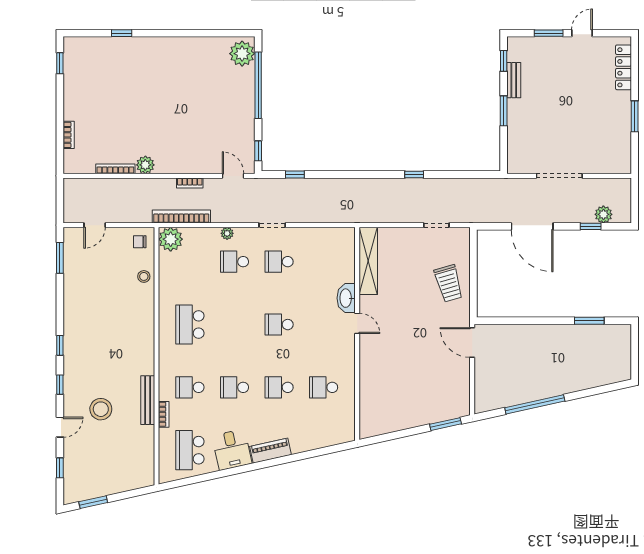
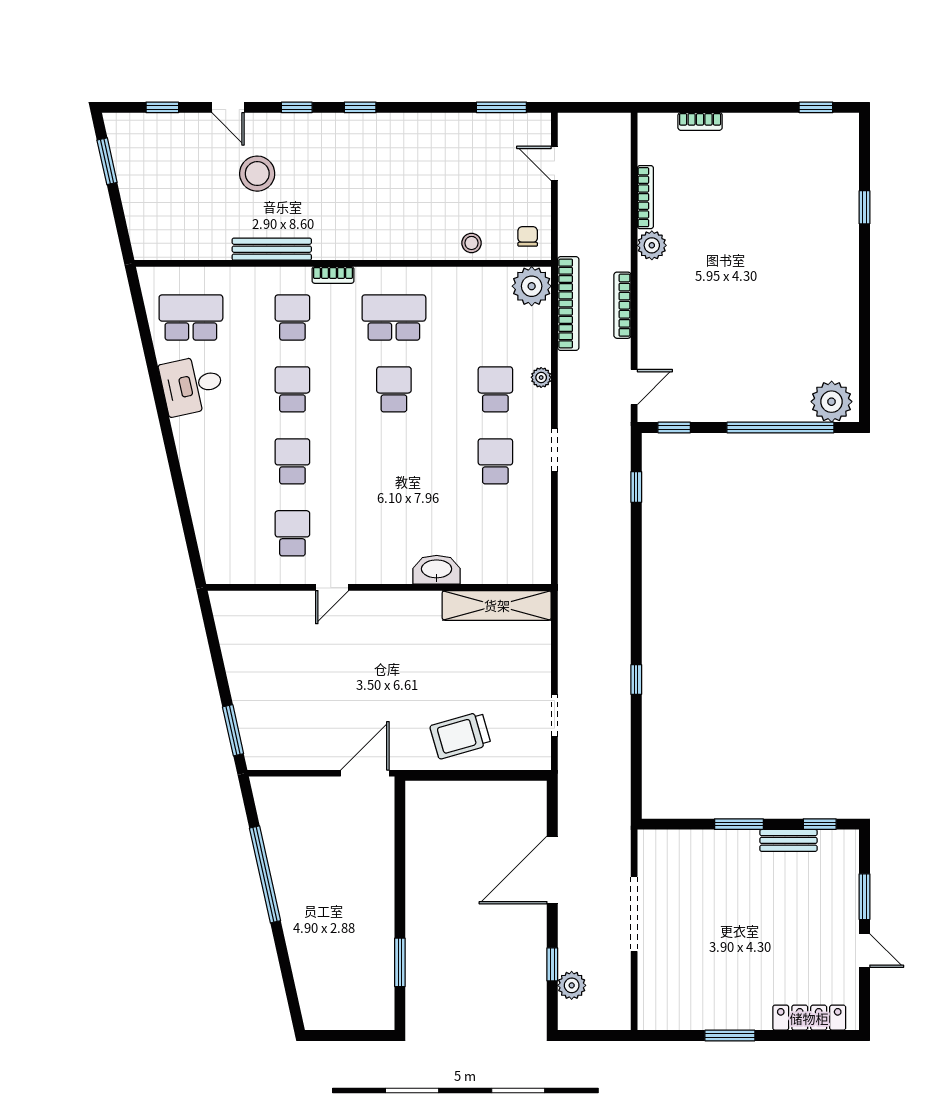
bookcase: (190, 183) -> (622, 305), width x1.56
door: (357, 323) -> (332, 587), moved
school desk: (279, 325) -> (394, 389), moved
bookcase: (164, 414) -> (333, 275), moved
piano: (271, 451) -> (190, 448), removed

